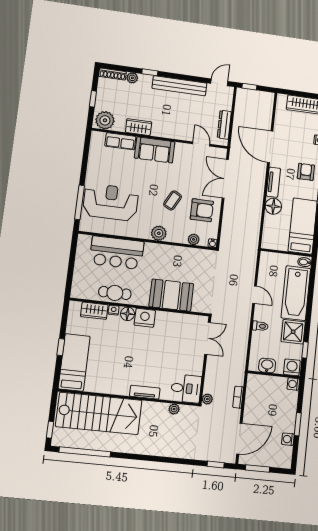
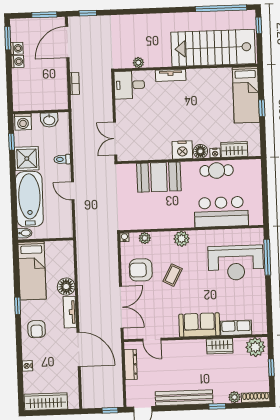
washing machine: (293, 384) -> (17, 62), moved
plant: (207, 399) -> (106, 77), removed
window: (298, 424) -> (8, 38), moved

